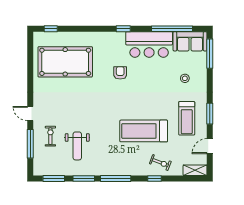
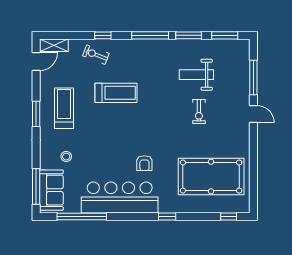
window: (123, 29) -> (167, 217), moved
sofa: (190, 41) -> (51, 190), moved, turned 90
bar counter: (149, 45) -> (120, 197), width x1.36
treadmill: (144, 131) -> (116, 93), width x0.73, depth x0.73
exercise bike: (50, 136) -> (199, 111), moved
weight bench: (77, 146) -> (196, 75), turned -90
door: (210, 146) -> (36, 61), moved

